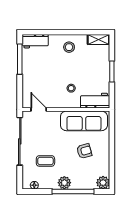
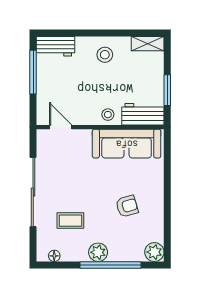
workbench: (95, 101) -> (143, 114), moved
door: (39, 110) -> (61, 127), moved
wall: (66, 110) -> (100, 127), moved
sofa: (84, 121) -> (127, 144), moved

